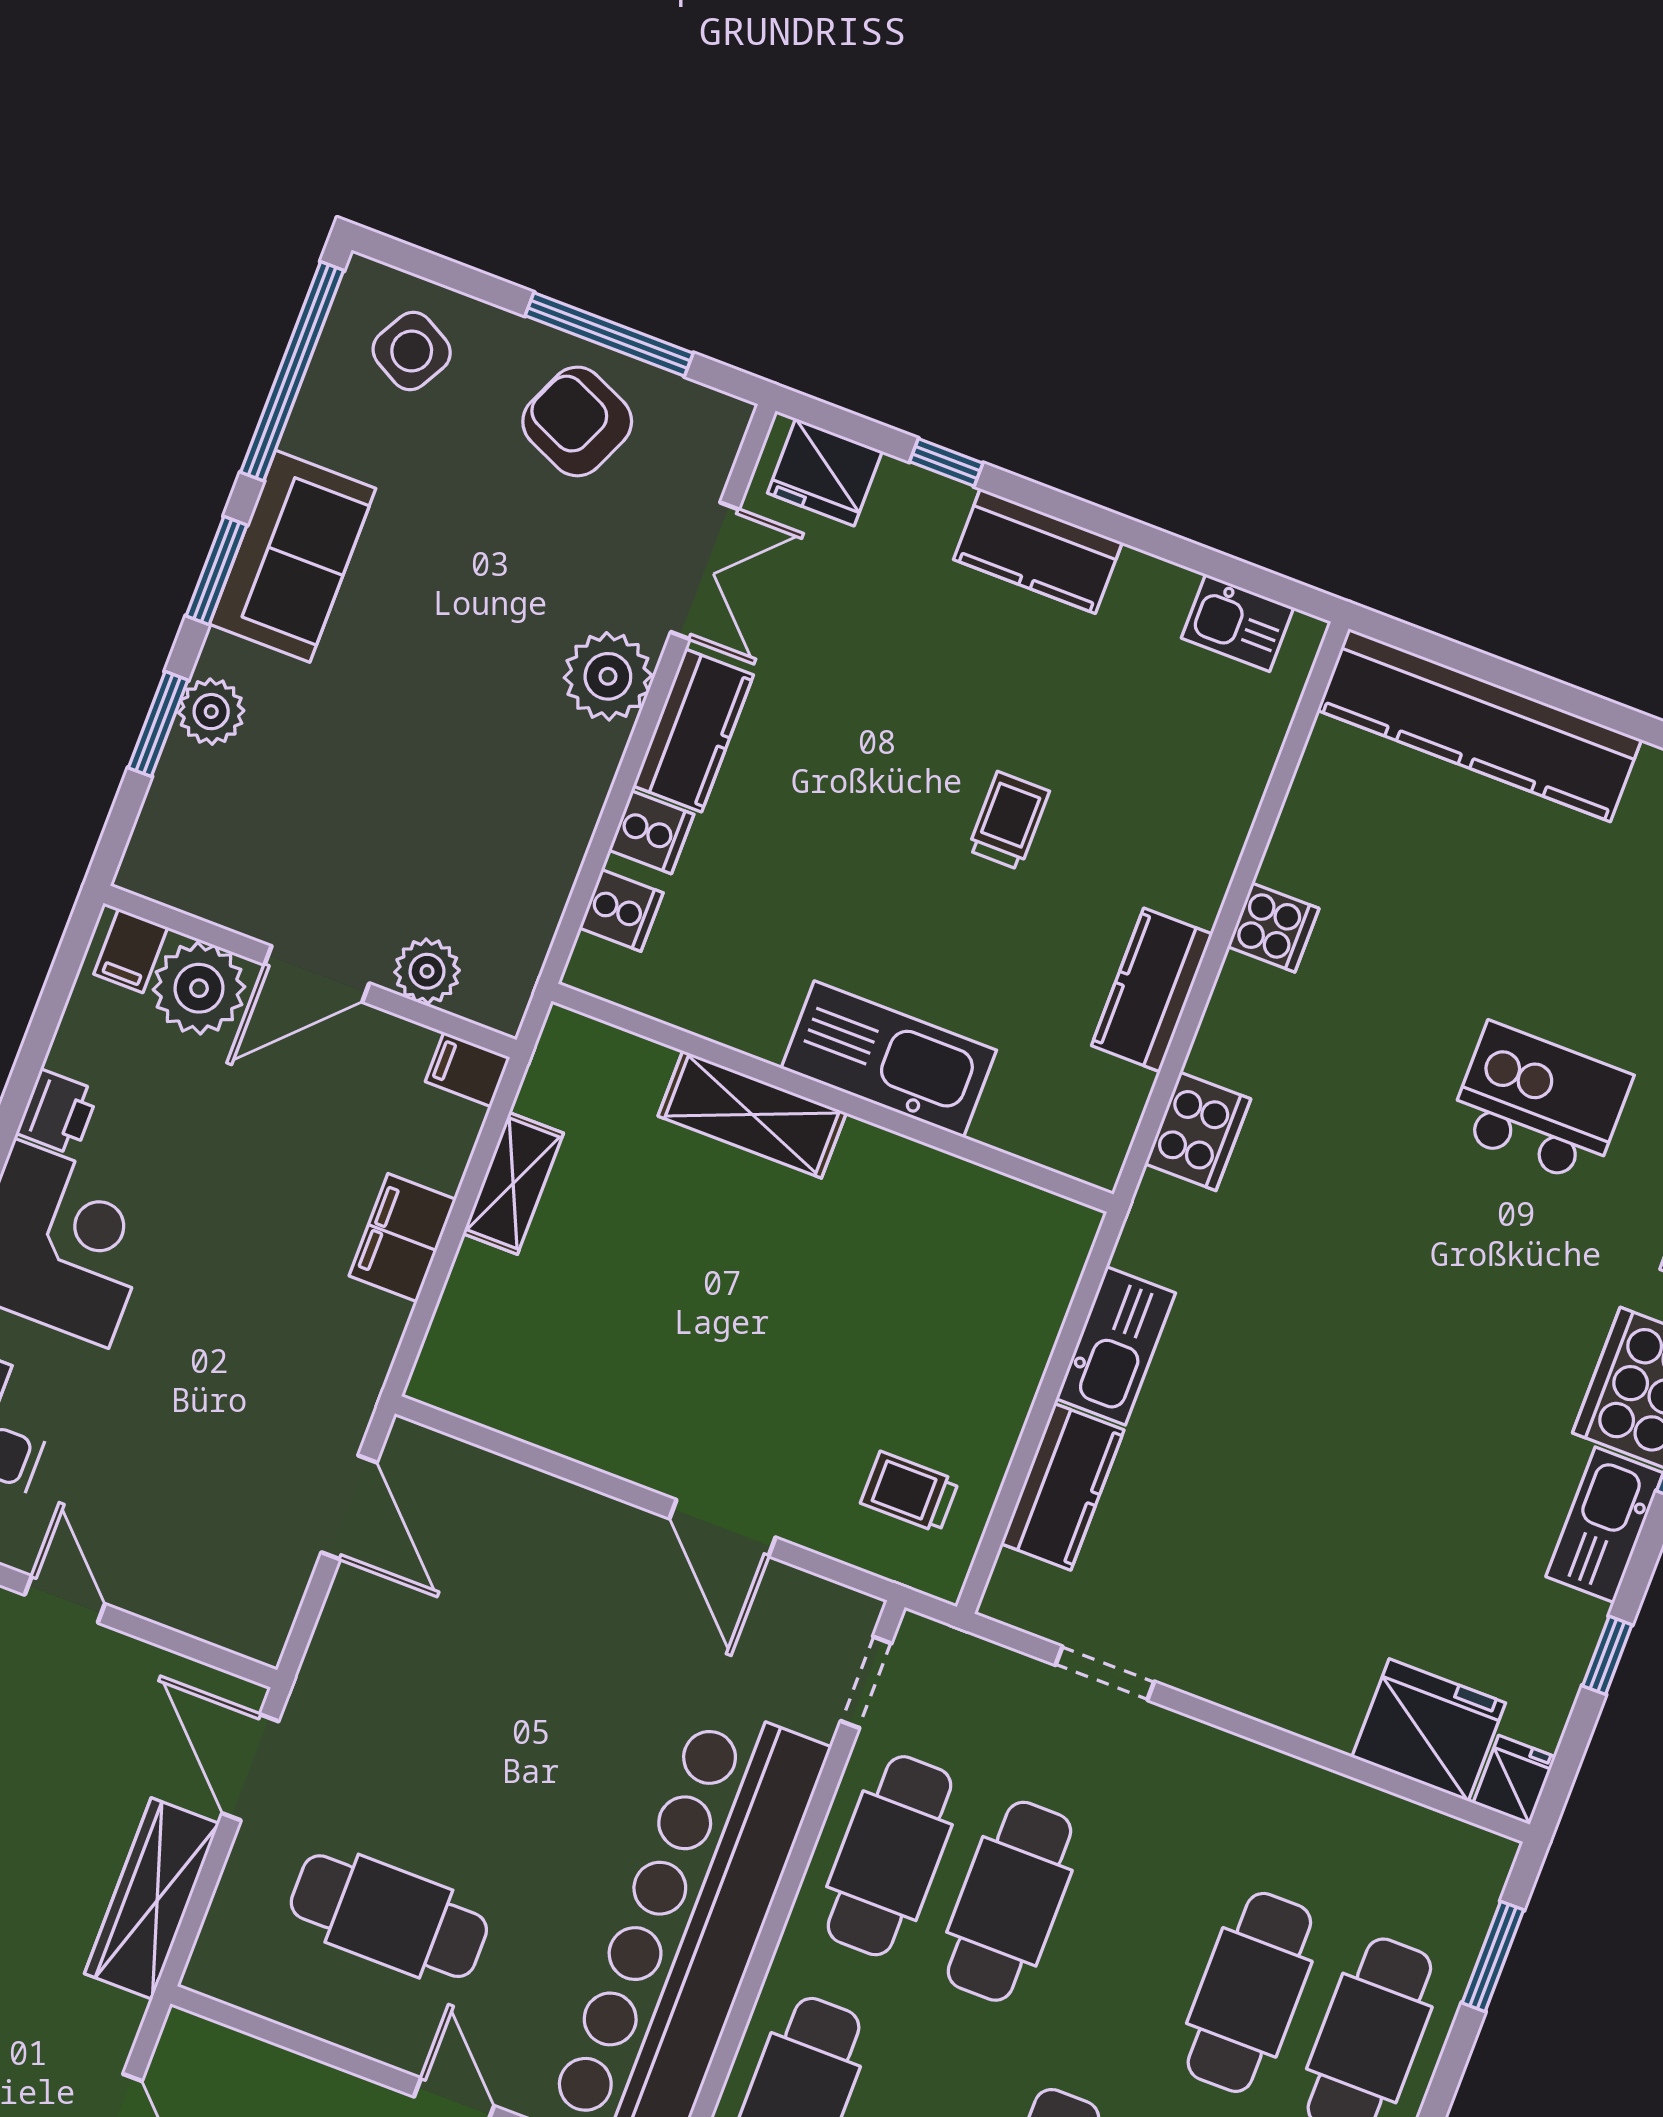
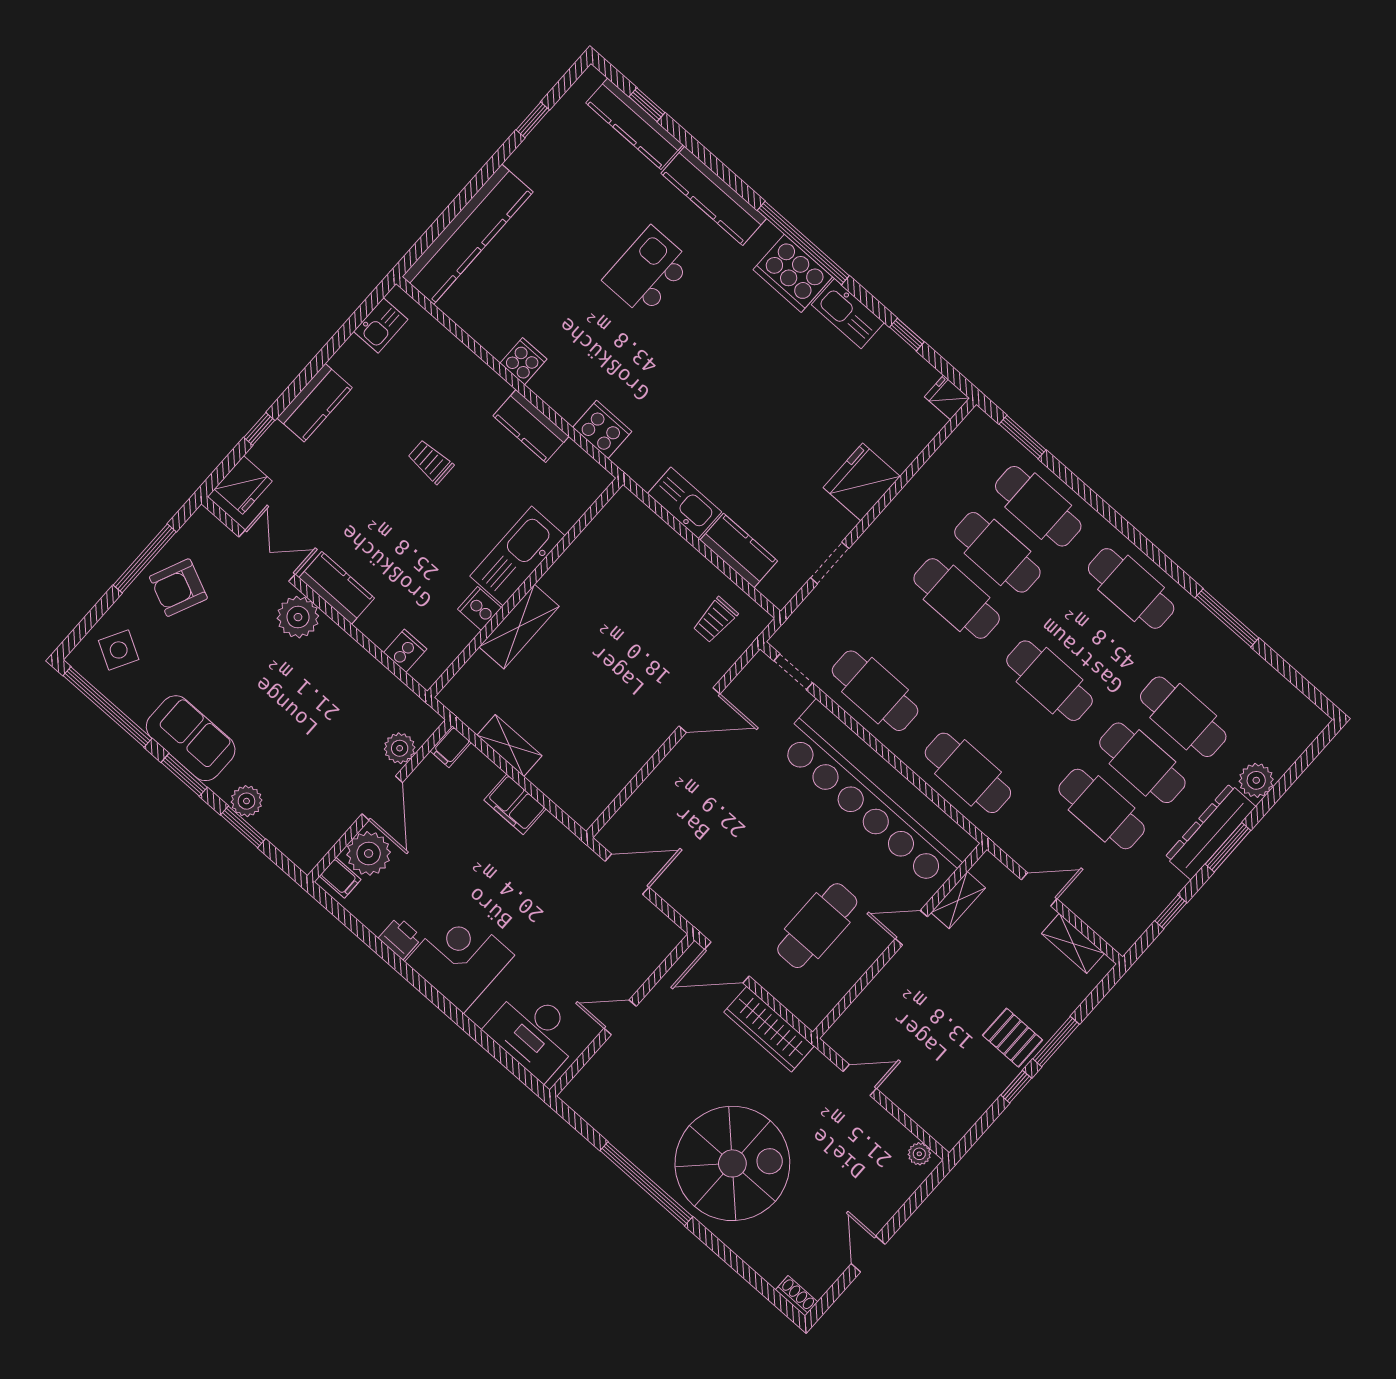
cooker: (651, 832) -> (479, 608), moved, turned -90
fridge: (1429, 1730) -> (862, 482), moved
cafe table: (1009, 1901) -> (957, 598), moved

